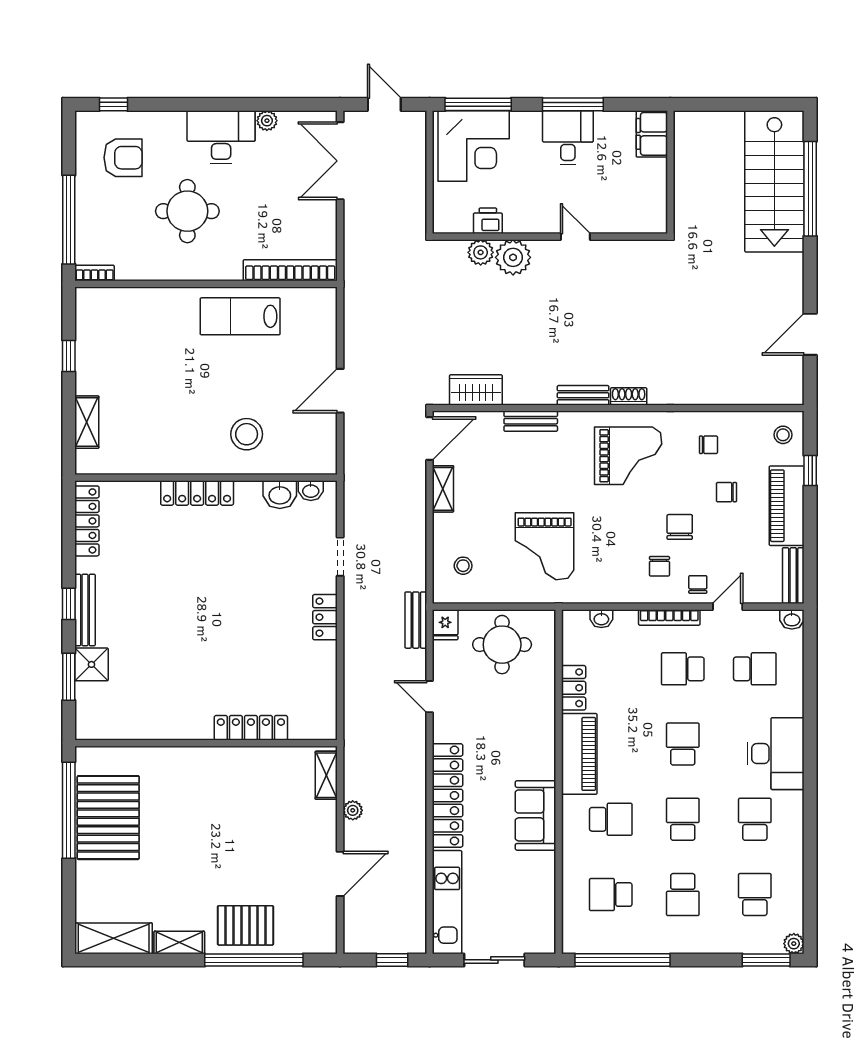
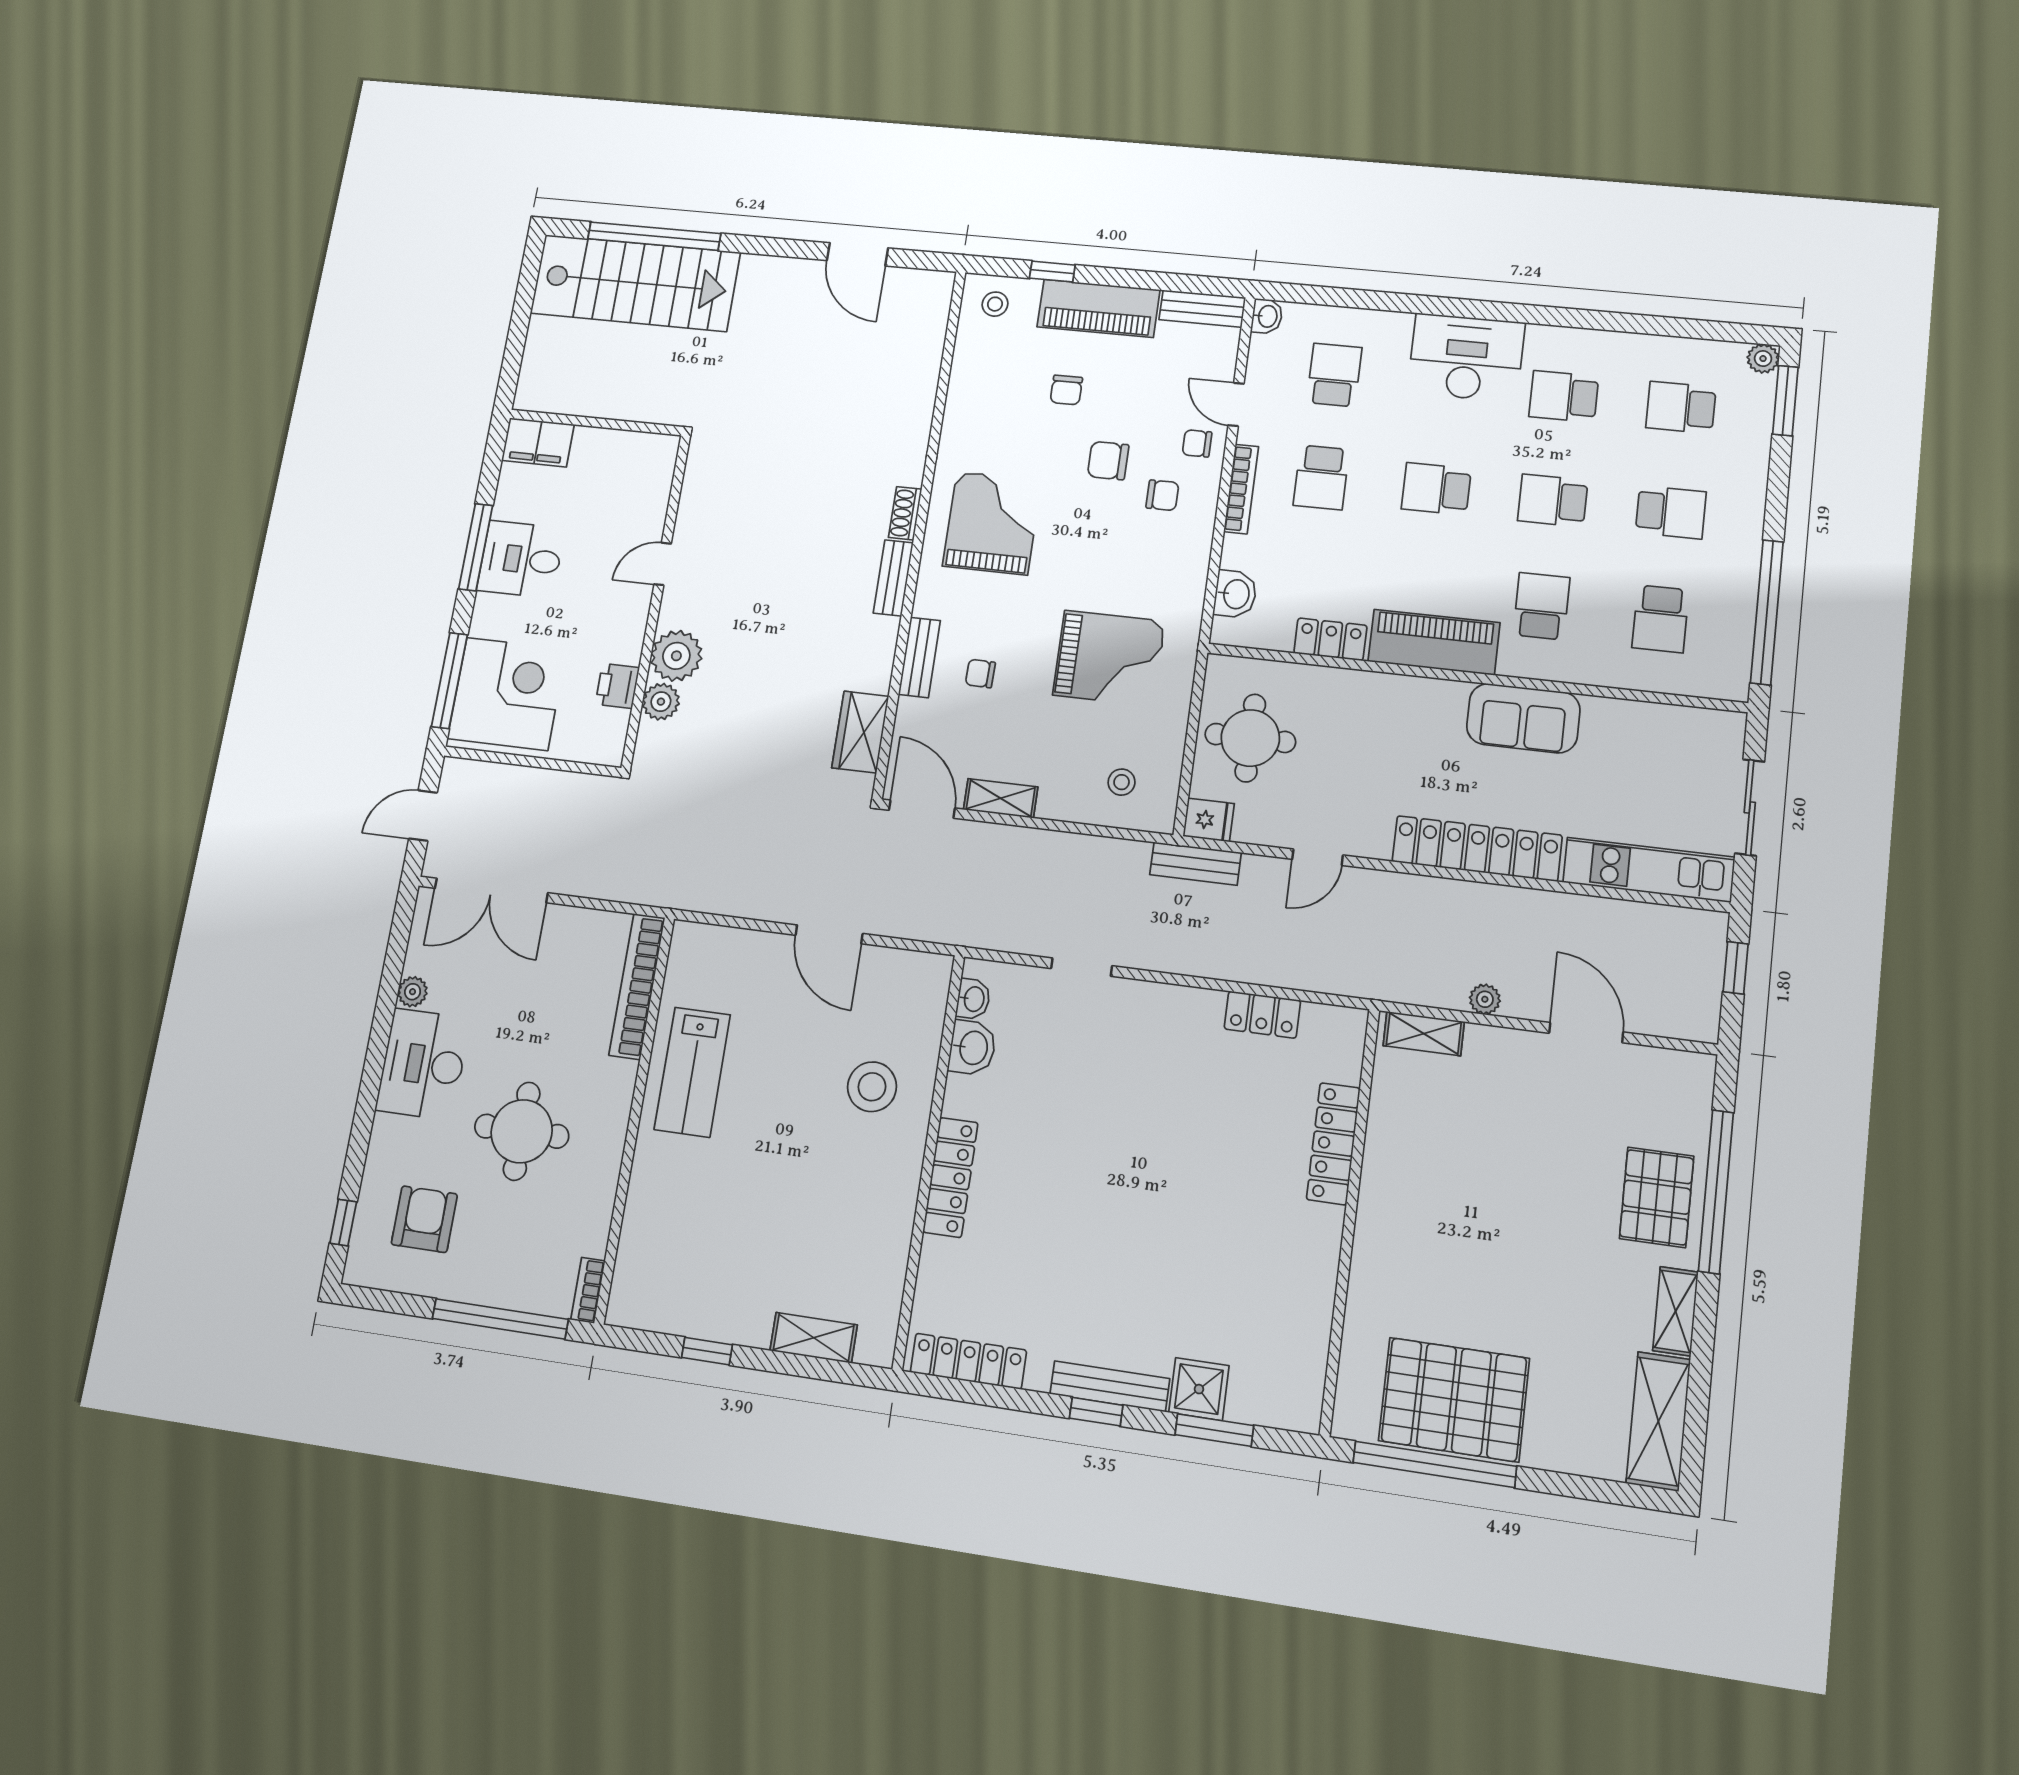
chair: (708, 445) -> (980, 673), moved, turned -89
locker: (325, 617) -> (1262, 1015), moved
washbasin: (601, 619) -> (1235, 594), width x1.38, depth x1.45

